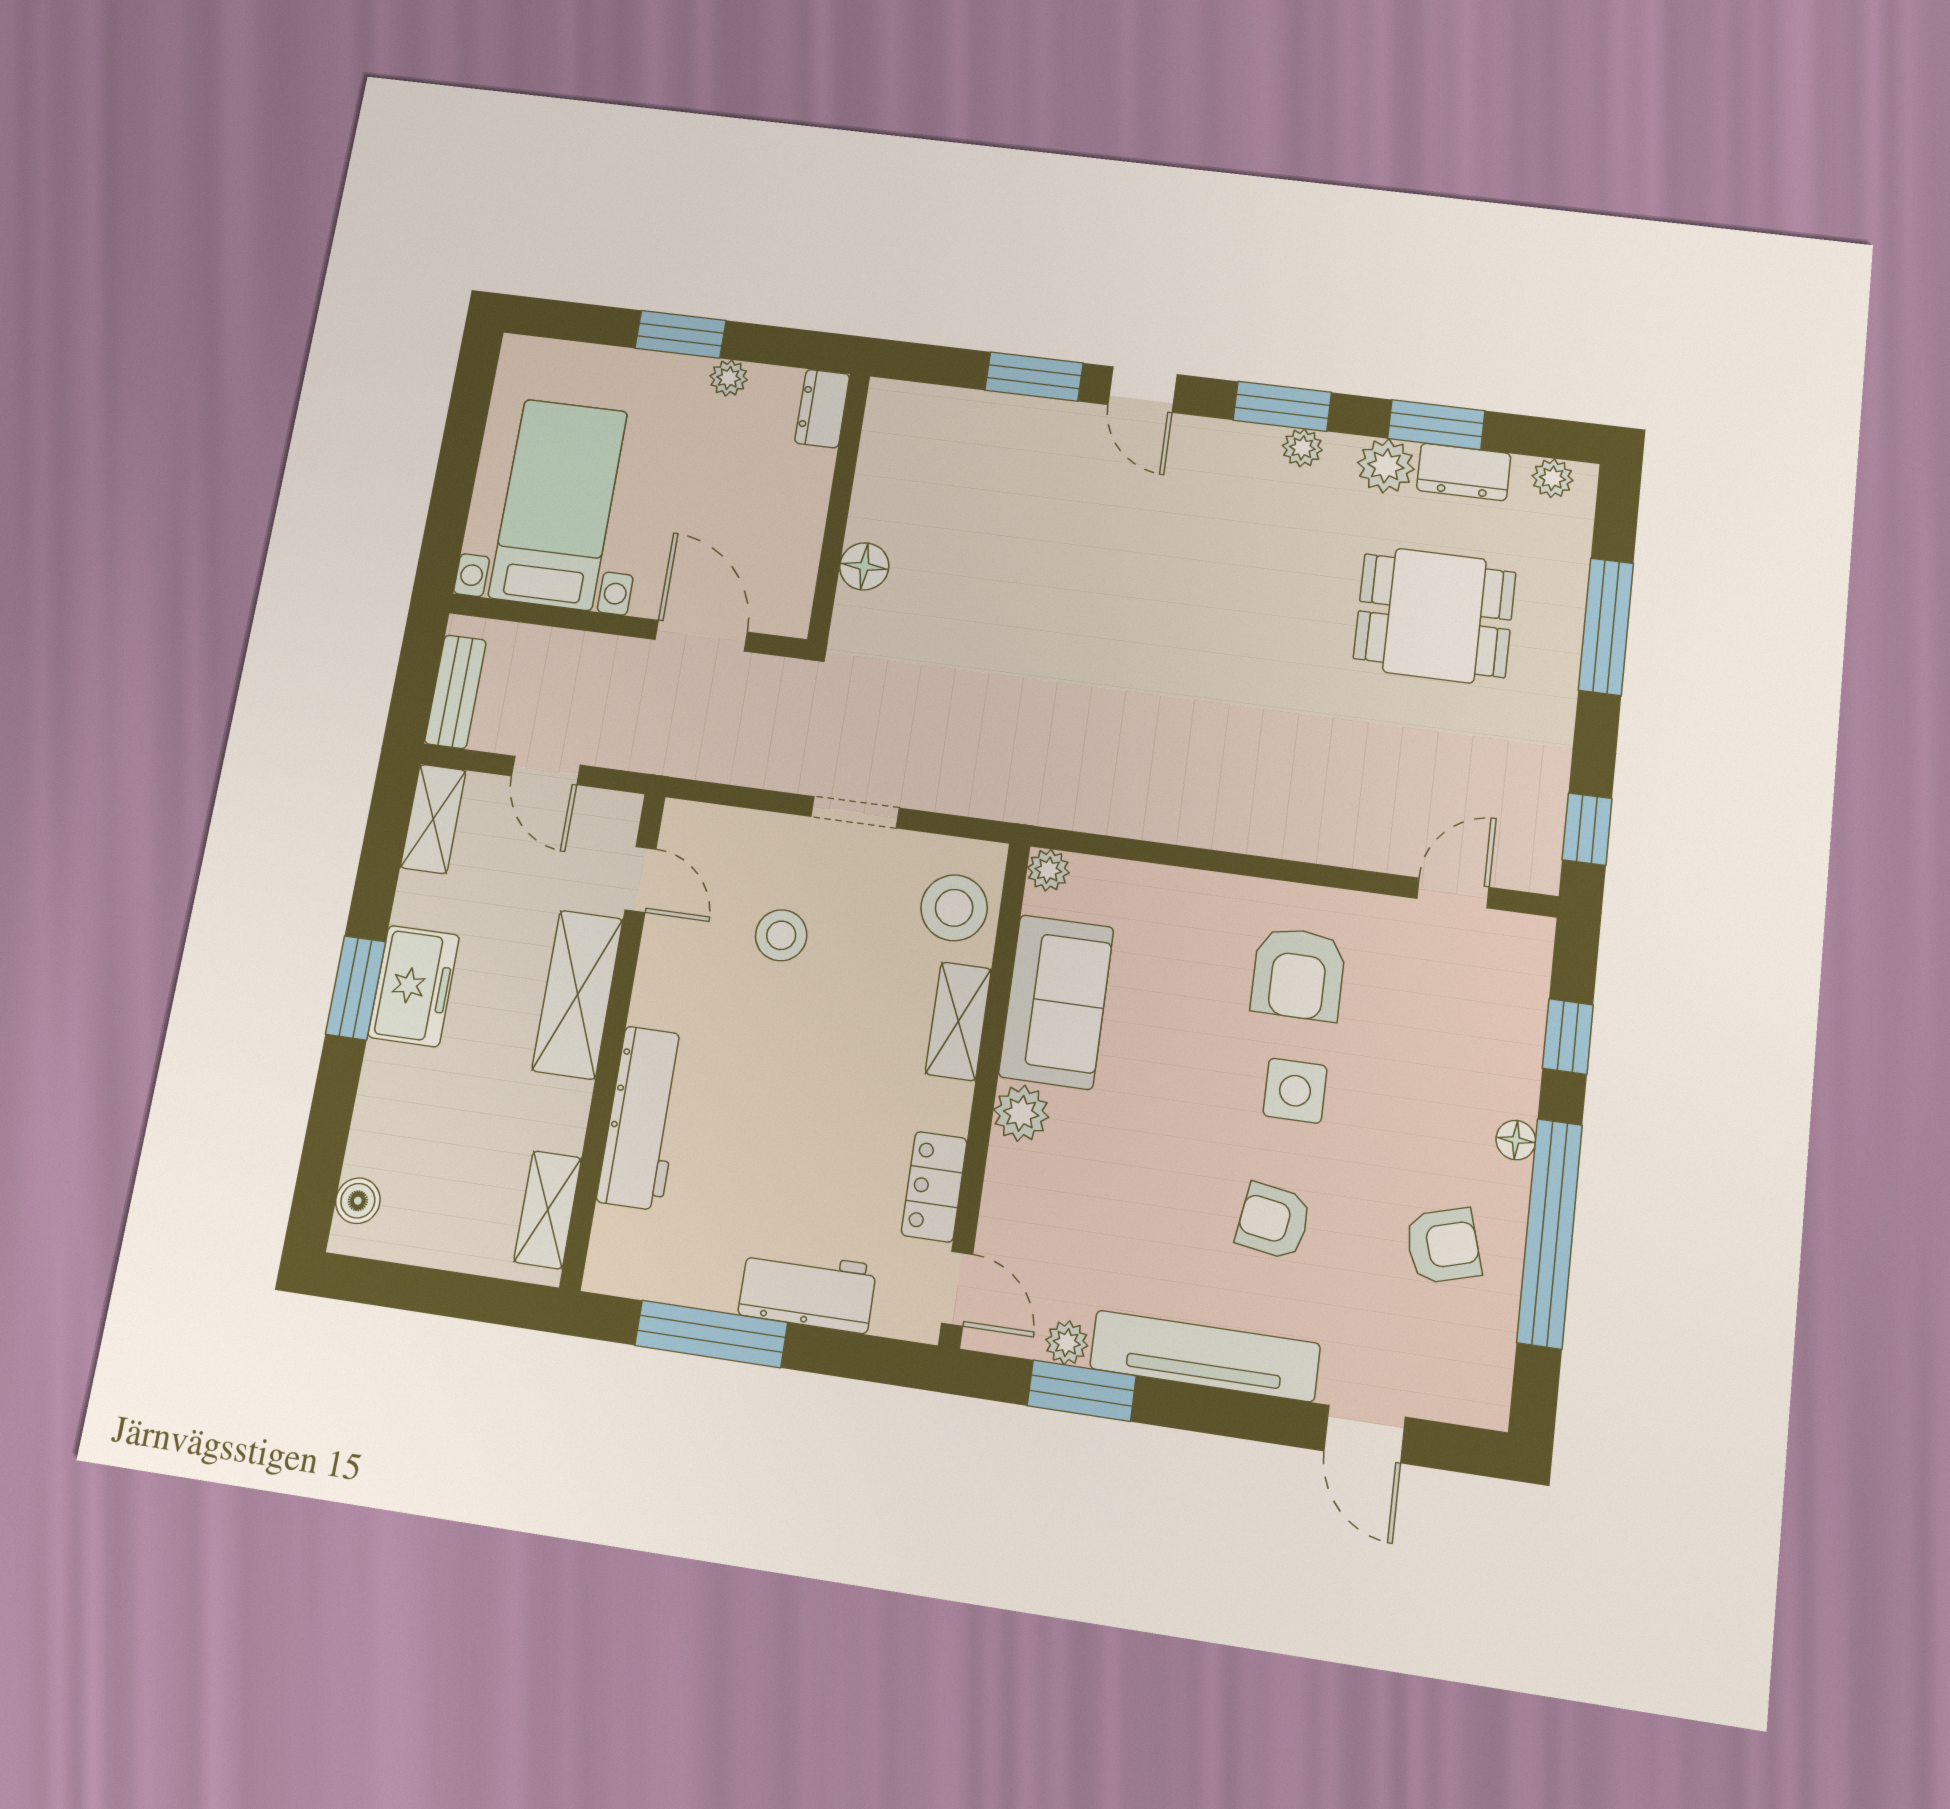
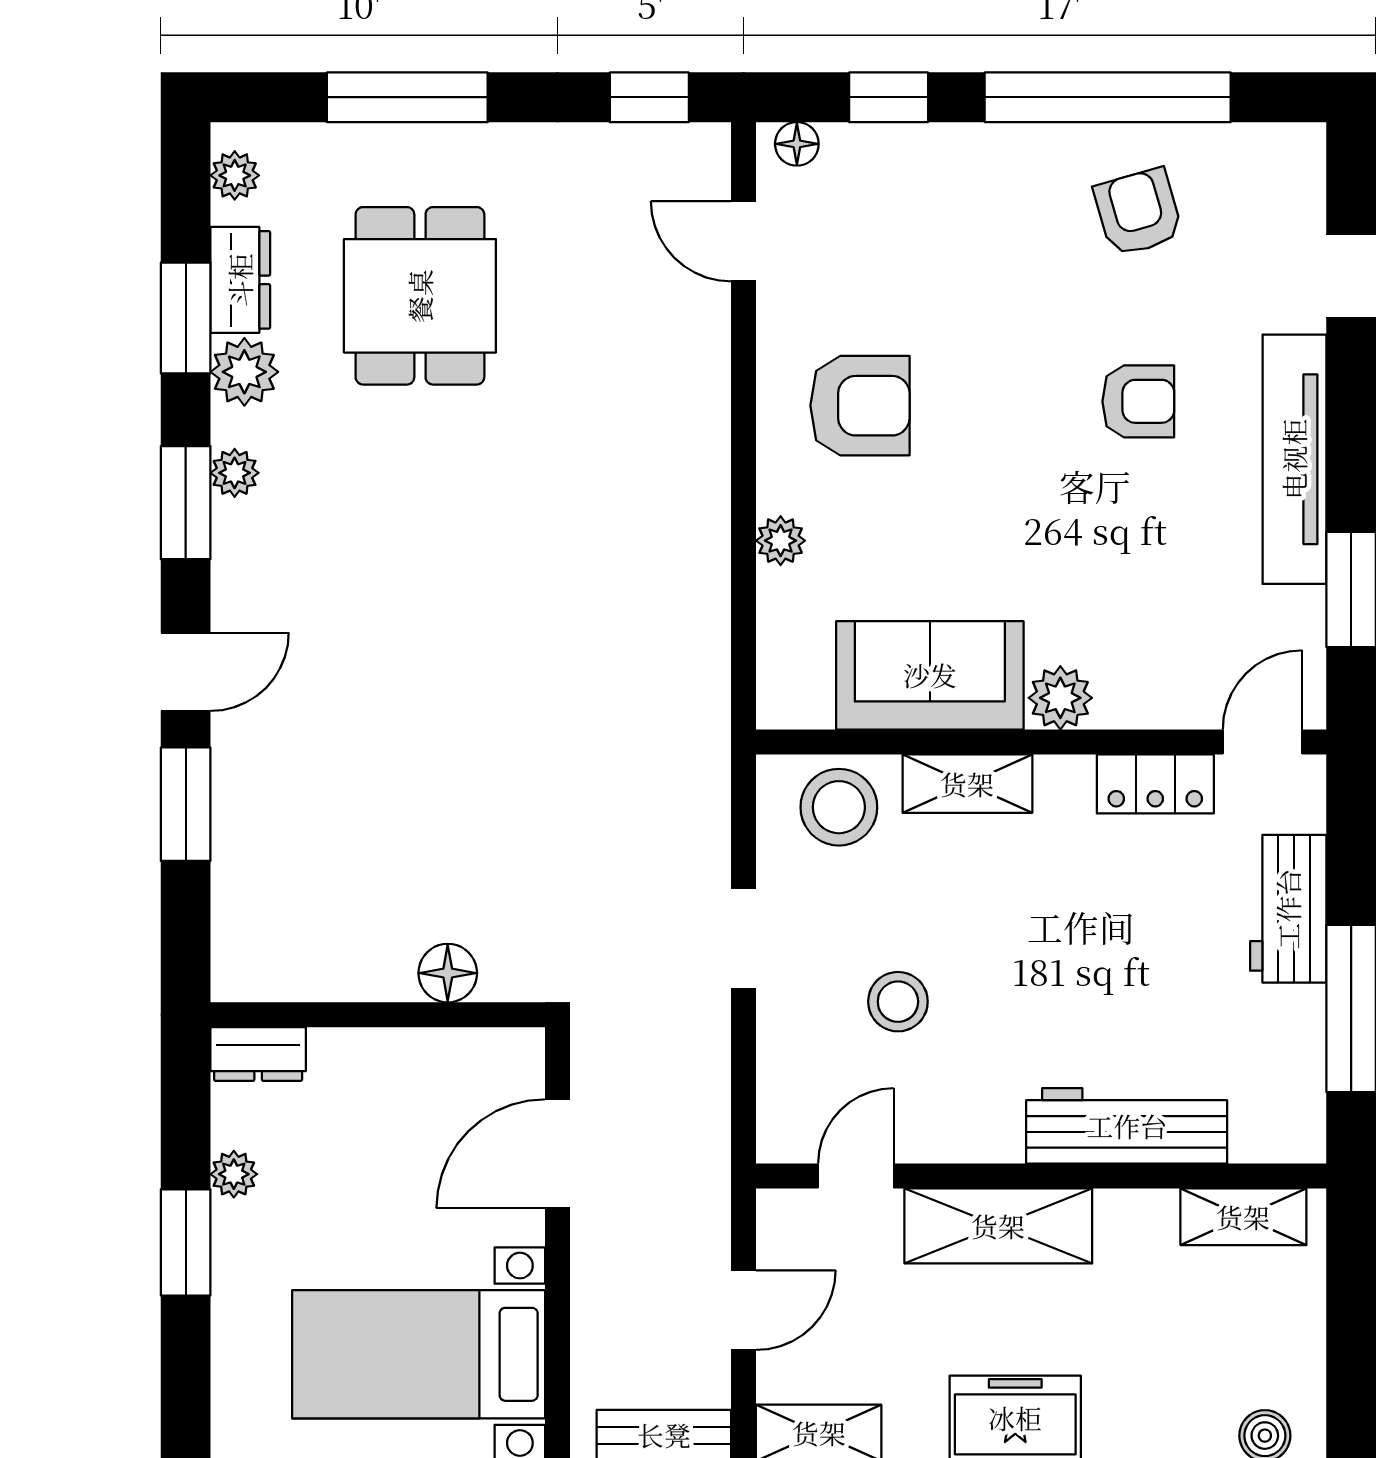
plant: (1048, 870) -> (781, 541), moved
side table: (1295, 1091) -> (992, 394), removed
floor lamp: (1516, 1140) -> (797, 144), moved
armchair: (1274, 1221) -> (1138, 401), turned -99
plant: (1067, 1343) -> (1303, 613), removed

